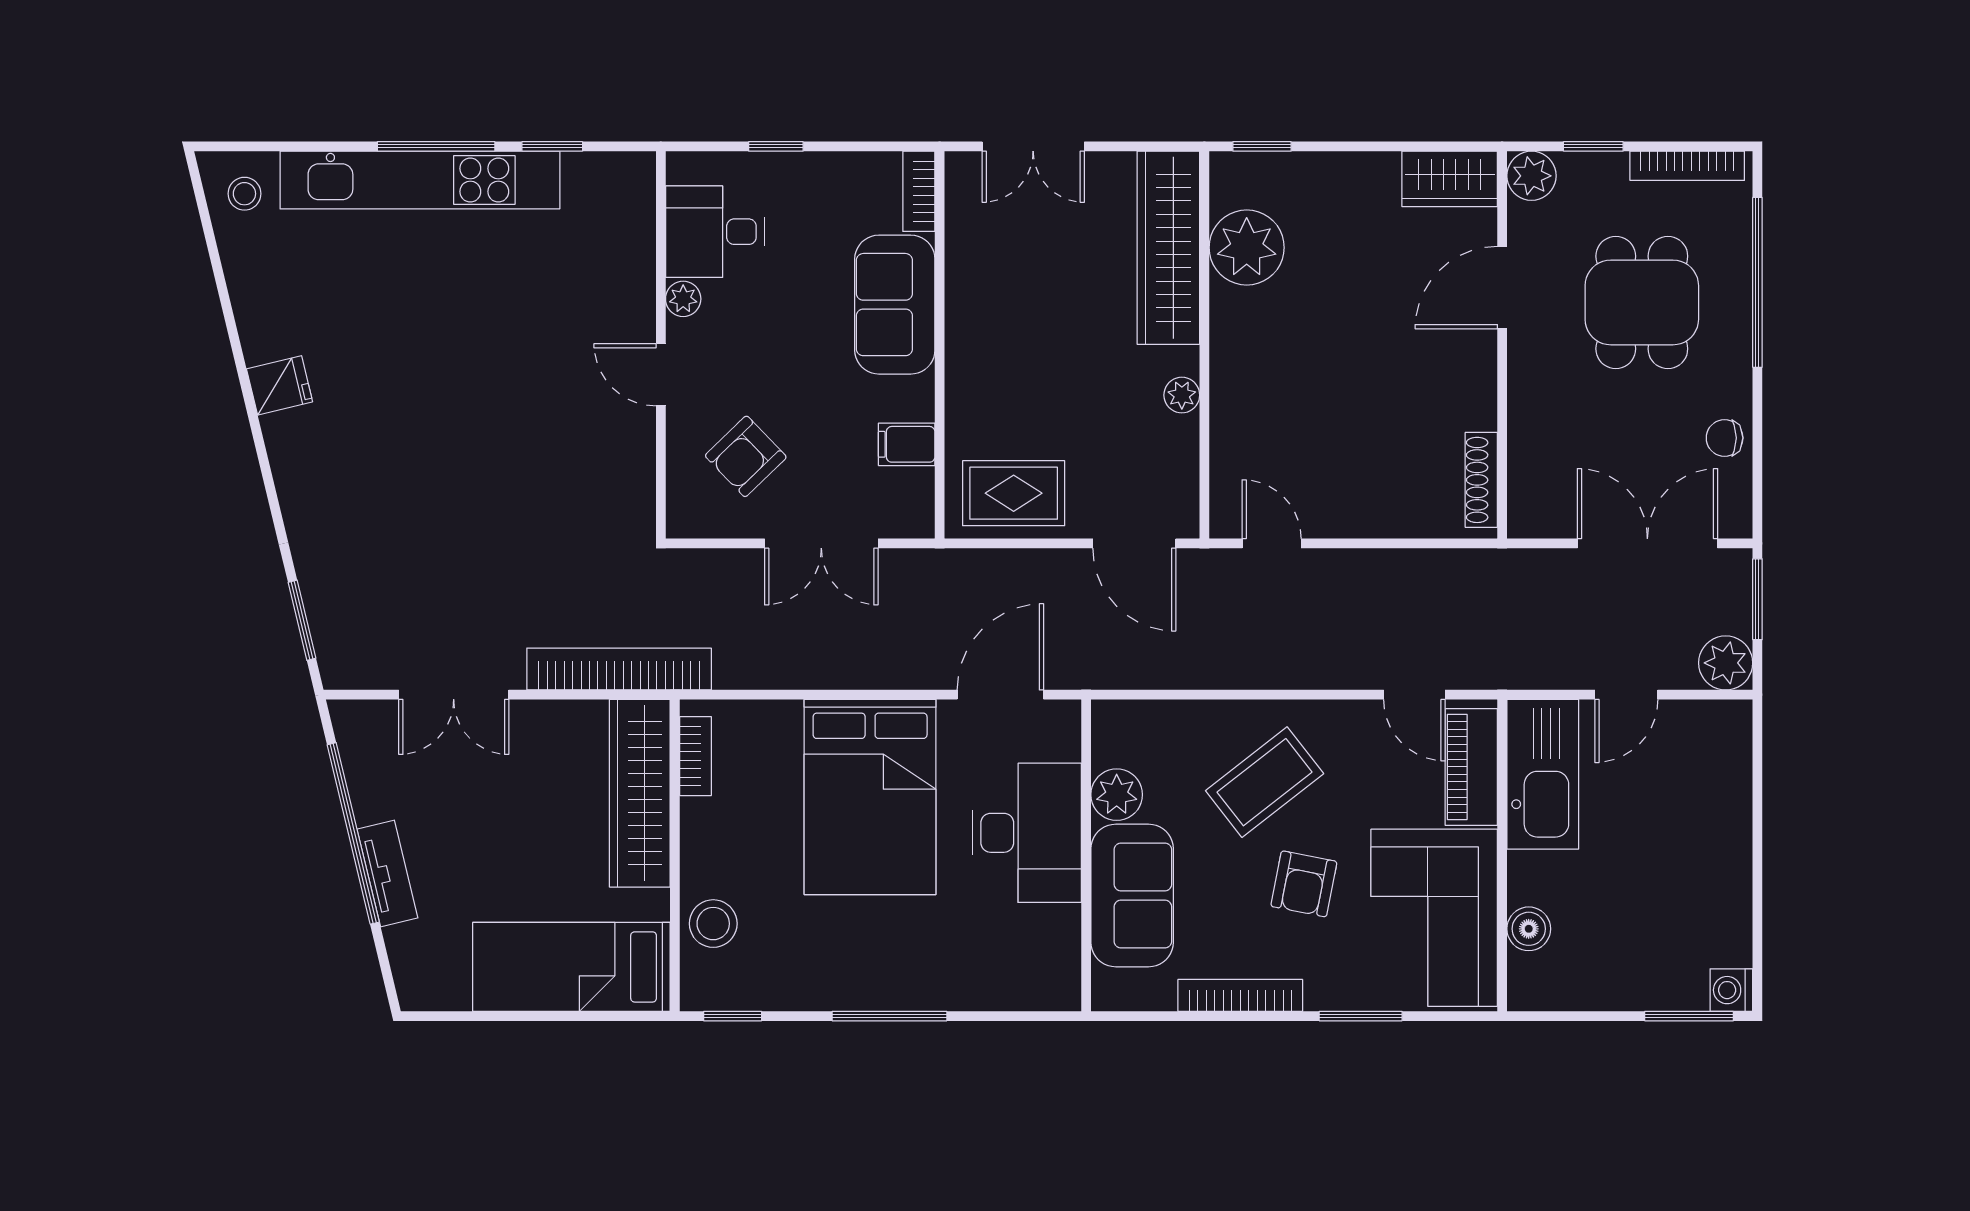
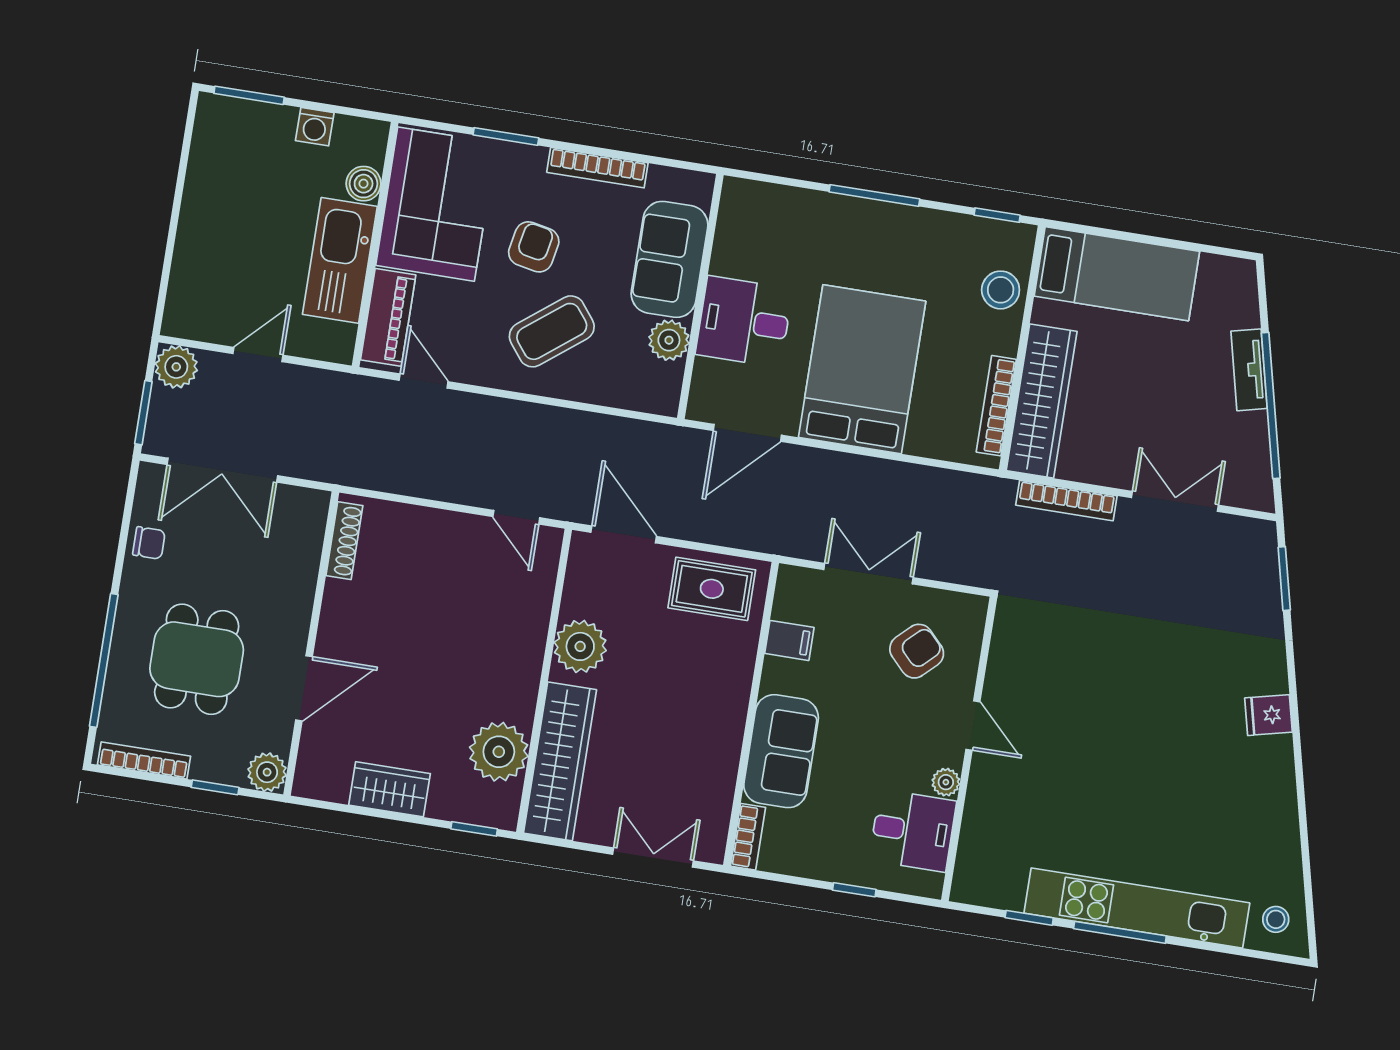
wardrobe: (1450, 179) -> (390, 789), moved
fridge: (280, 385) -> (1268, 715), moved
plant: (1182, 395) -> (580, 646), width x1.87, depth x1.87
bookcase: (619, 669) -> (1066, 501), width x0.68, depth x0.76
bookcase: (695, 756) -> (996, 406), width x1.56
kitchen sink: (1543, 774) -> (340, 260), moved
desk: (1027, 833) -> (744, 322), width x0.73
washing machine: (1731, 990) -> (315, 127), moved, turned 90

